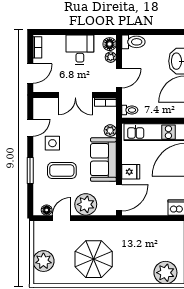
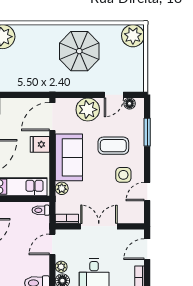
window: (30, 170) -> (147, 132), moved
plant: (43, 261) -> (133, 36), moved

